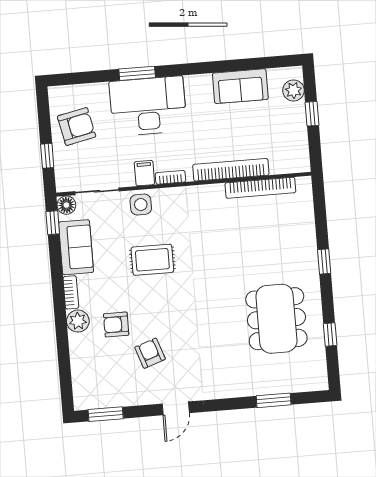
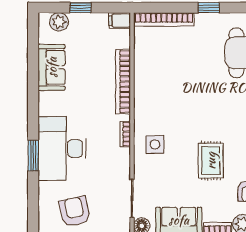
filing cabinet: (144, 173) -> (120, 21), moved
bookcase: (260, 188) -> (164, 19), moved, turned 90
side table: (141, 204) -> (155, 144), moved
rug: (152, 260) -> (211, 161), moved

